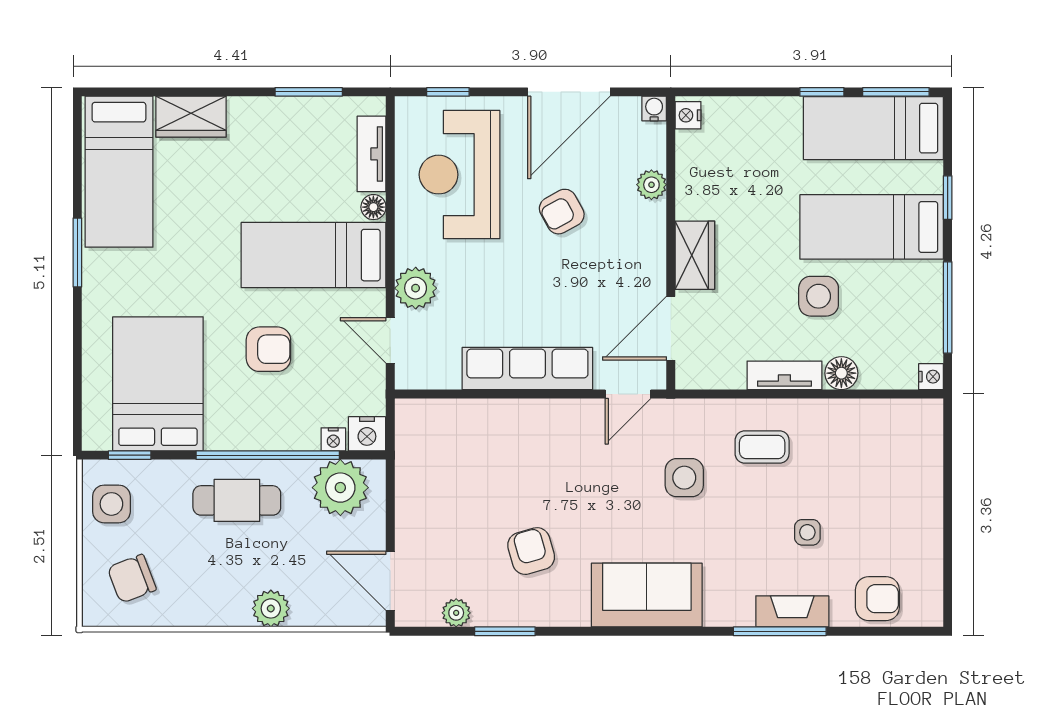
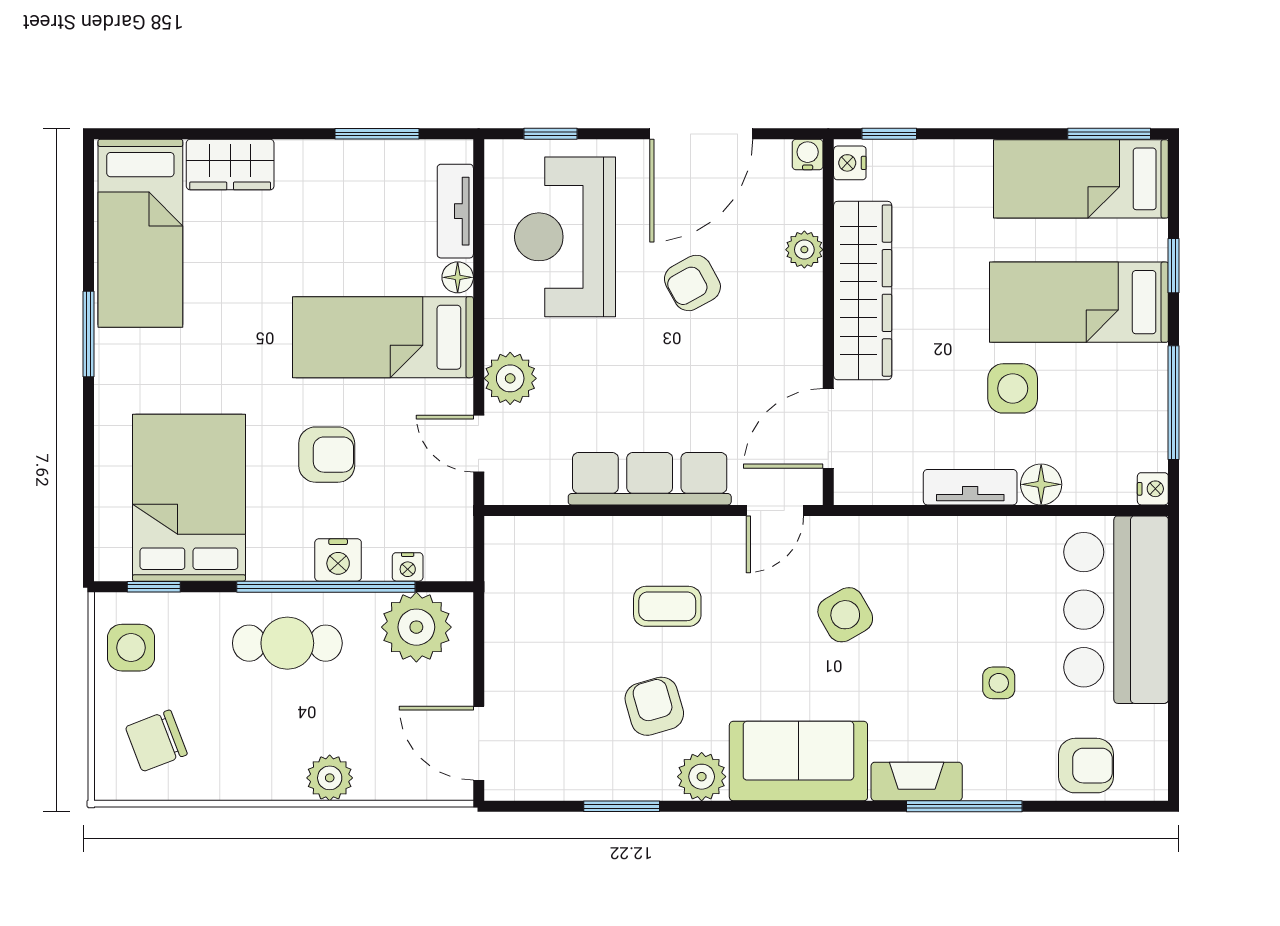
window: (822, 92) -> (889, 134), moved
wardrobe: (695, 255) -> (863, 291), width x2.10, depth x1.17
nightstand: (367, 434) -> (338, 560), moved
coffee table: (762, 447) -> (667, 606), moved
bar counter: (901, 474) -> (1116, 610), added
side table: (684, 478) -> (845, 615), turned -30
fireplace: (792, 611) -> (917, 781), moved
plant: (456, 613) -> (702, 777), moved, width x1.38, depth x1.38

